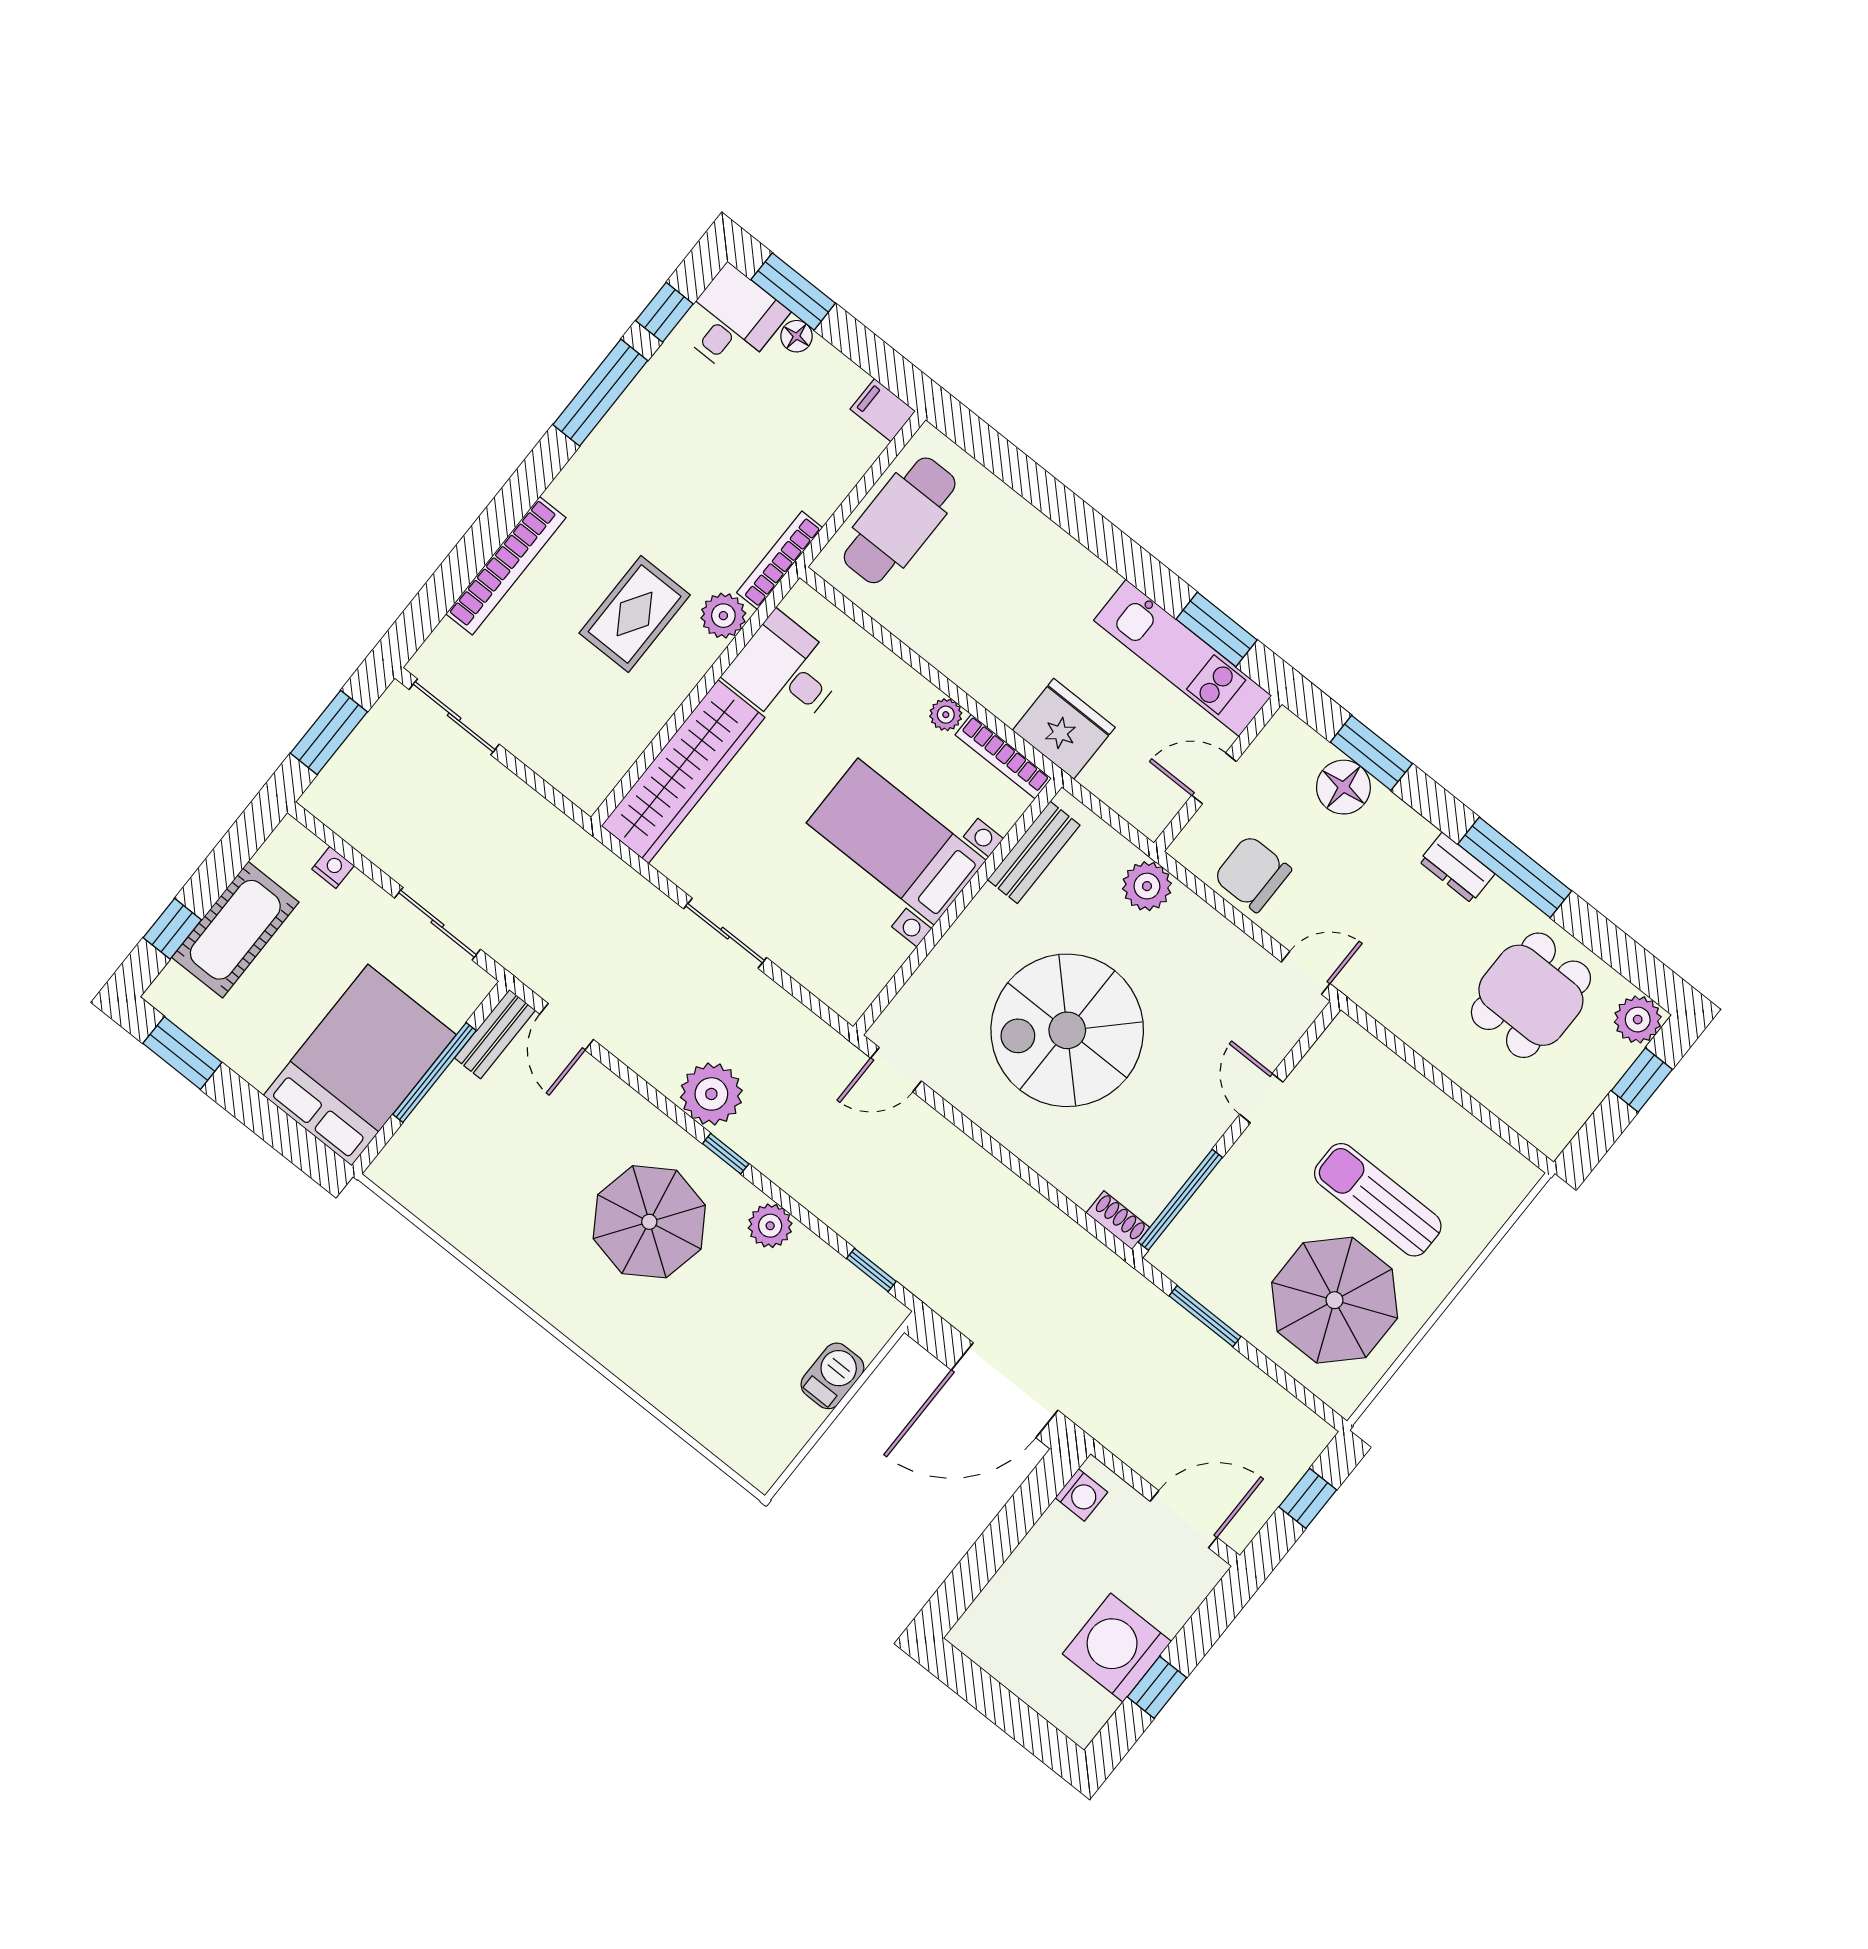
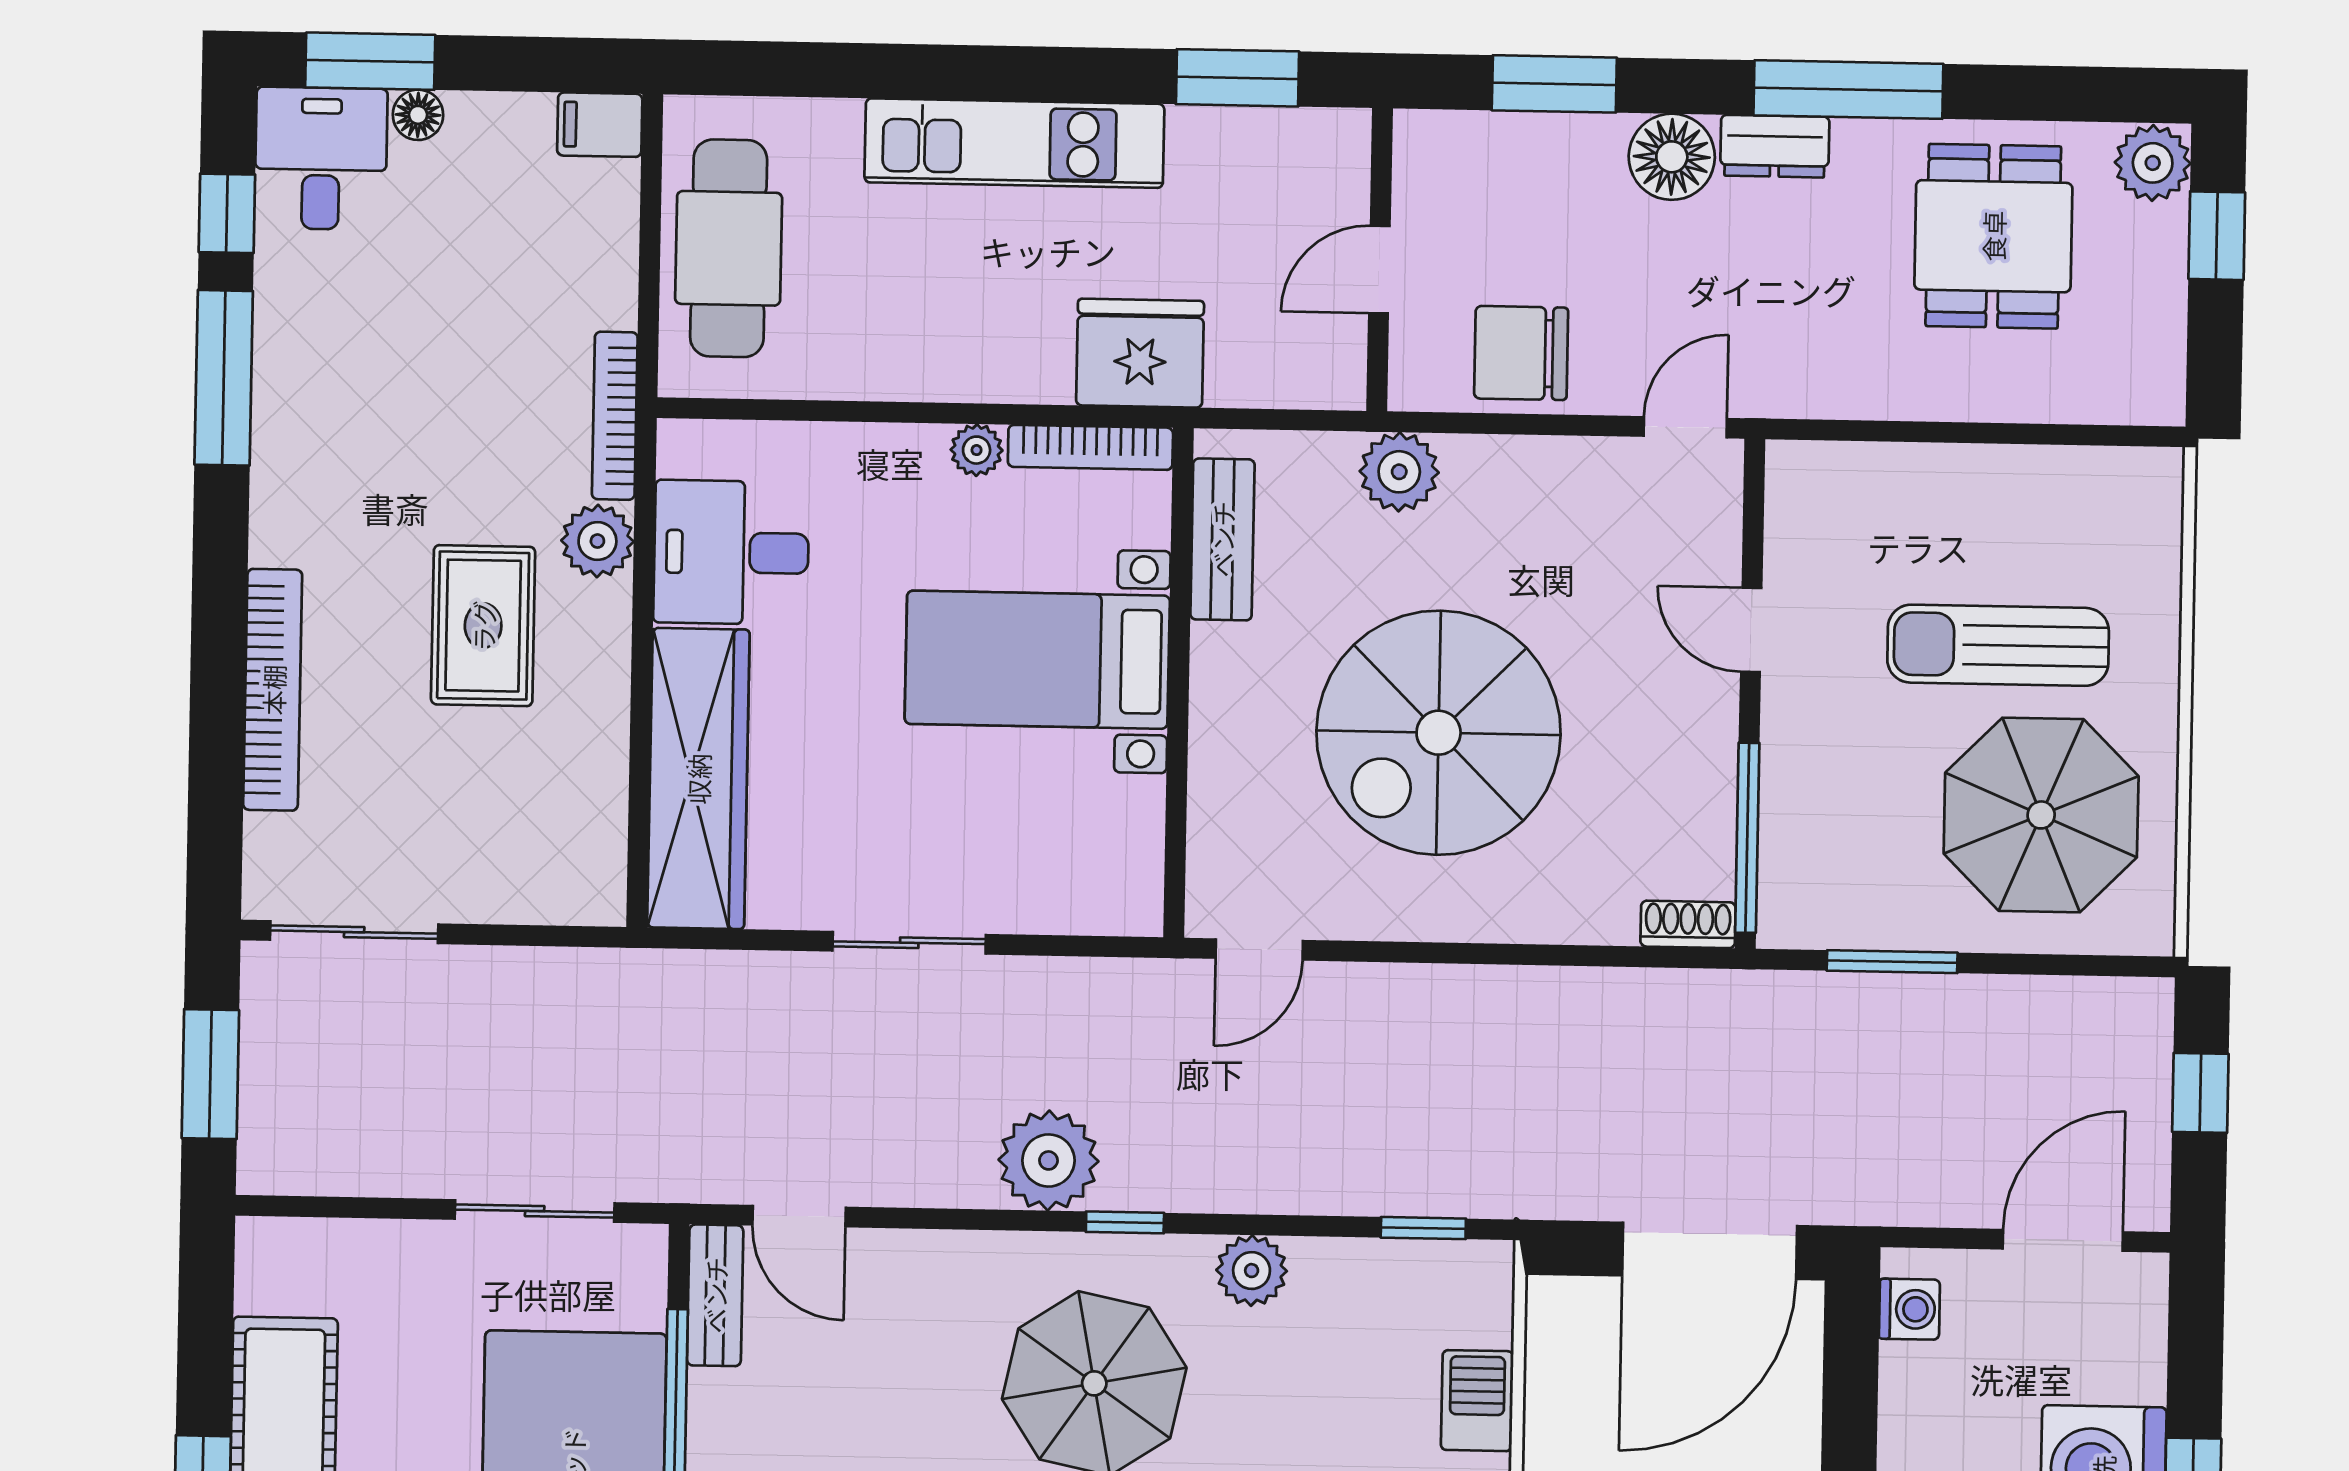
kitchen unit: (1183, 658) -> (1014, 143), moved
floor lamp: (1343, 787) -> (1672, 157), moved
nightstand: (333, 867) -> (347, 1241), removed

